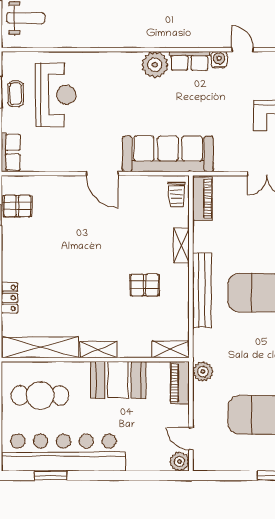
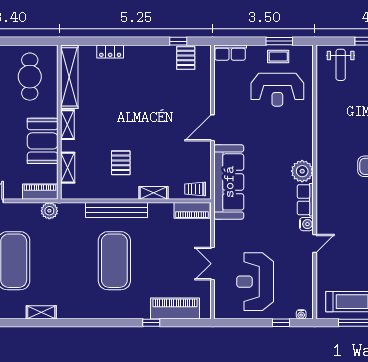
shelving: (170, 349) -> (68, 168), moved

